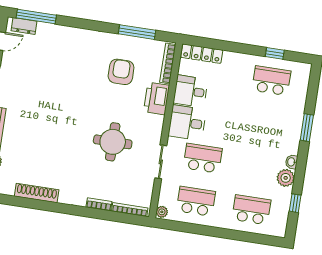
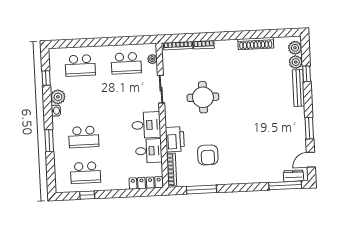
school desk: (203, 158) -> (84, 137), moved
plant: (162, 212) -> (152, 59), moved

